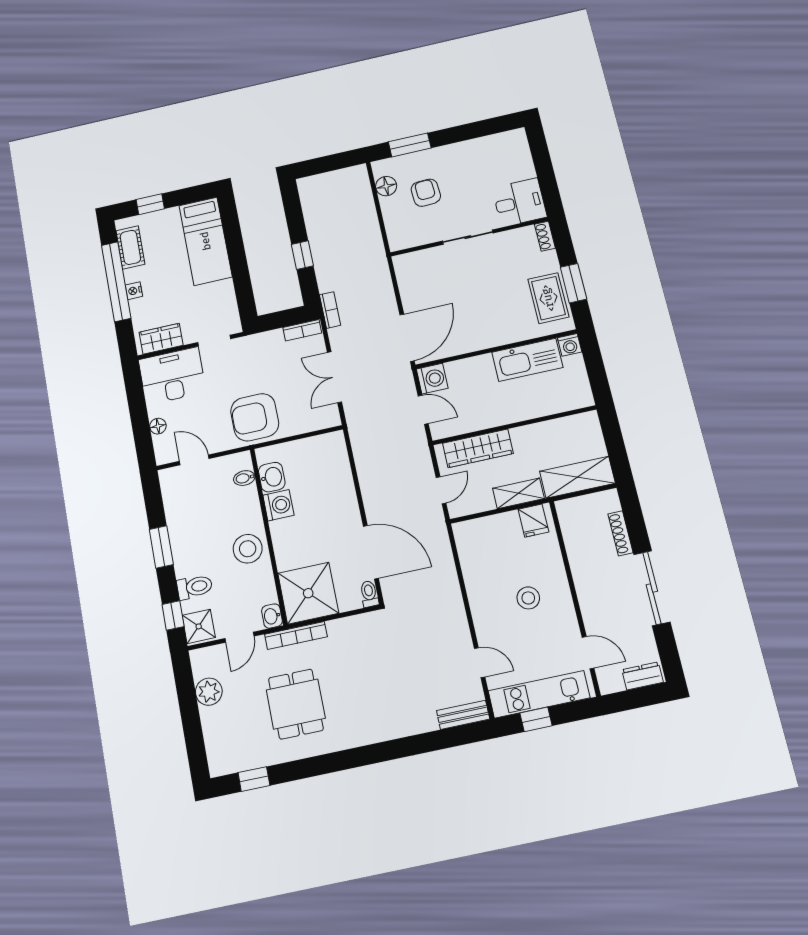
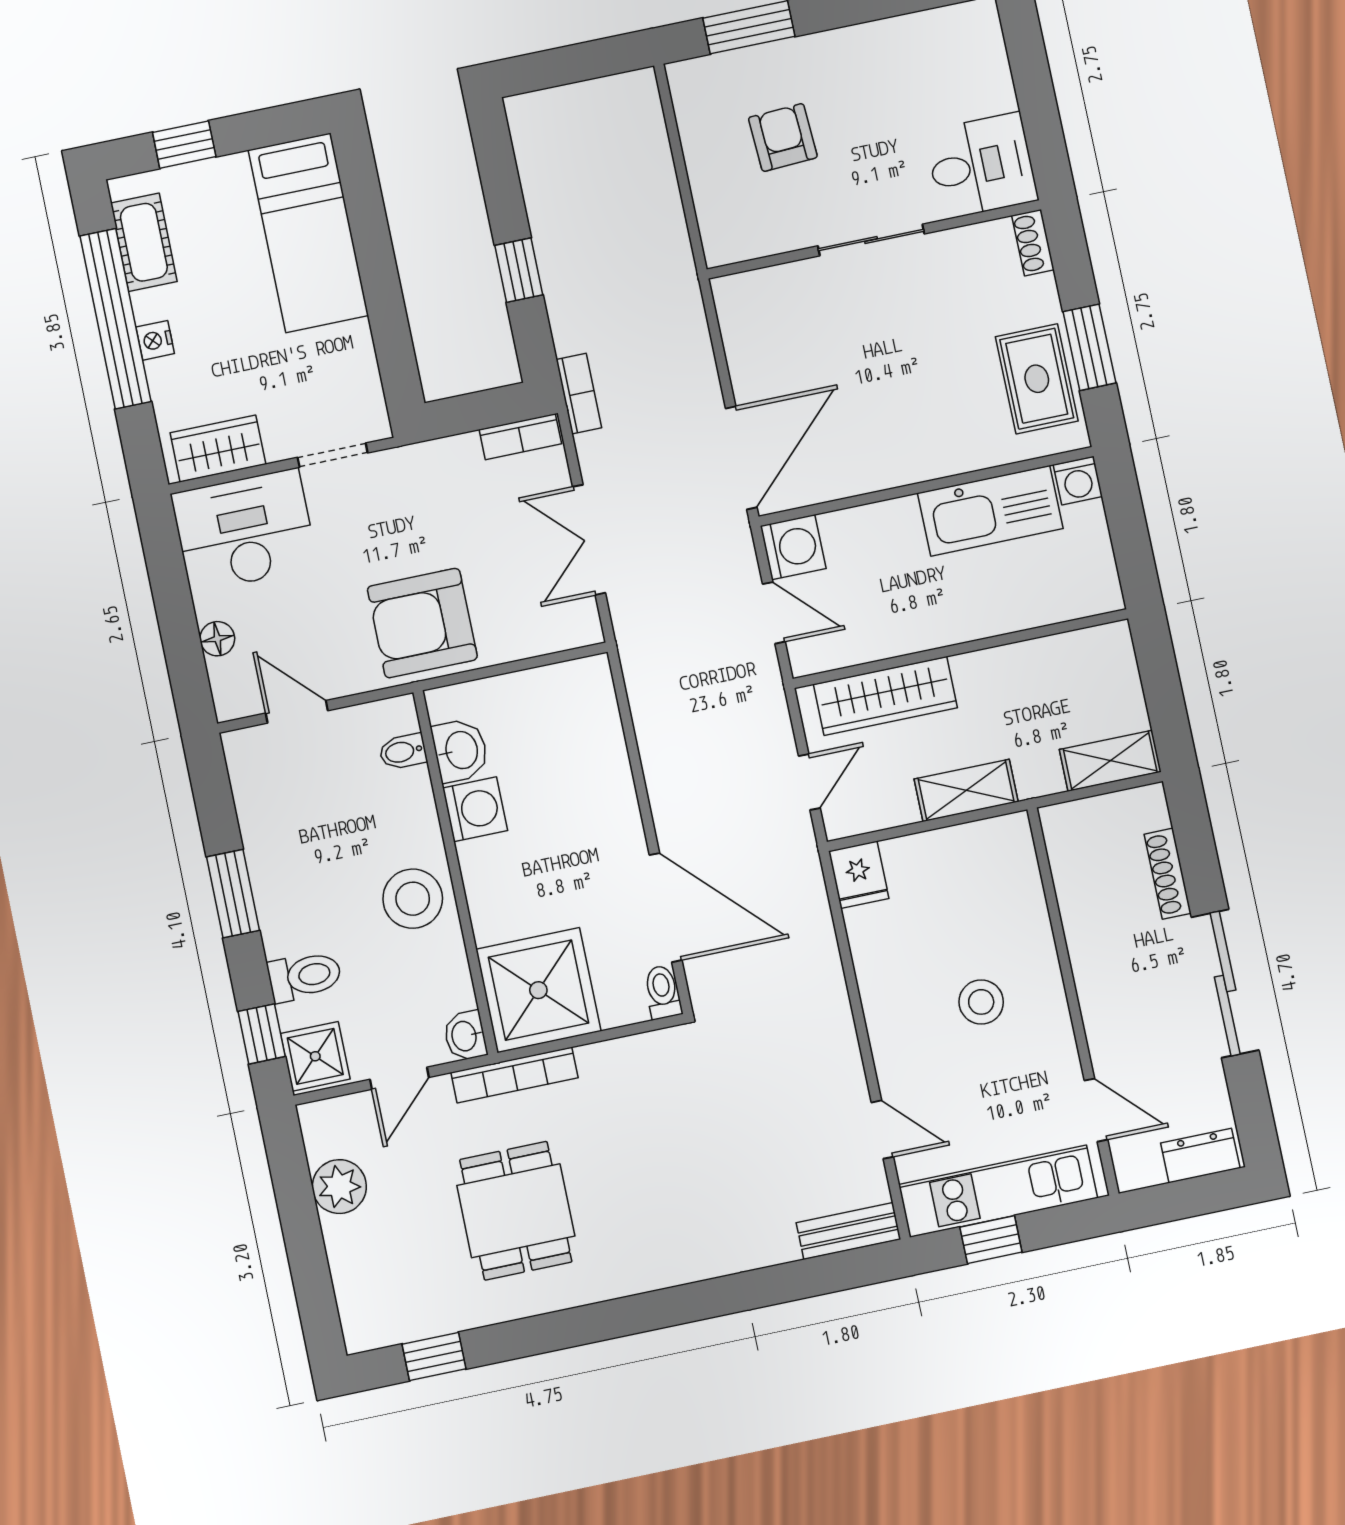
floor lamp: (386, 186) -> (698, 120), removed
shelving: (577, 477) -> (1110, 761), width x0.67, depth x0.75
fridge: (533, 521) -> (859, 875), moved

